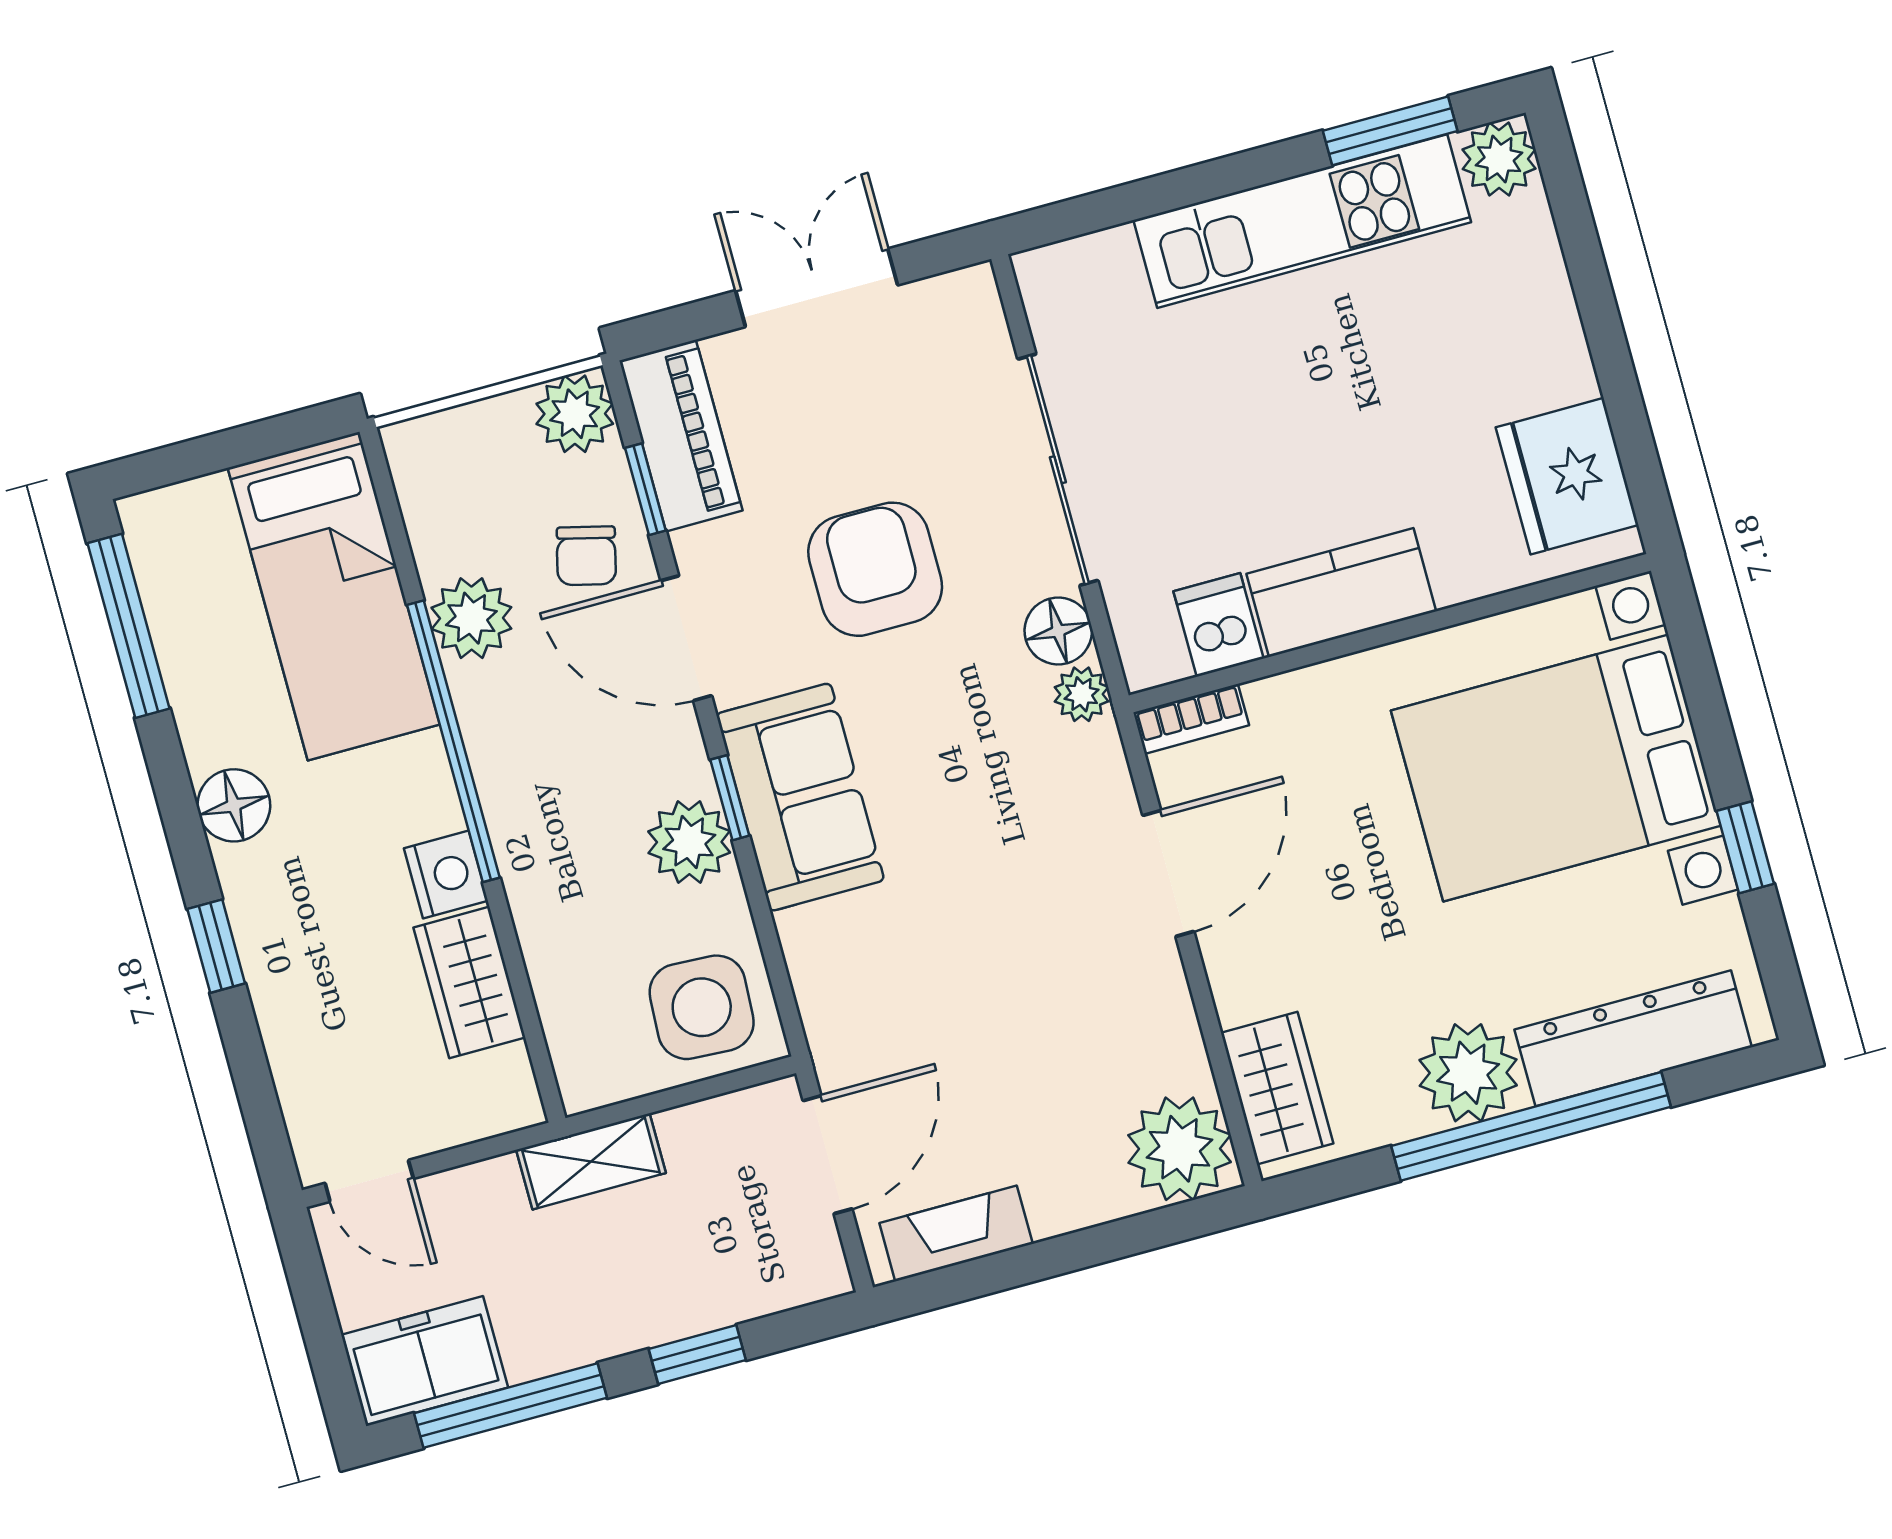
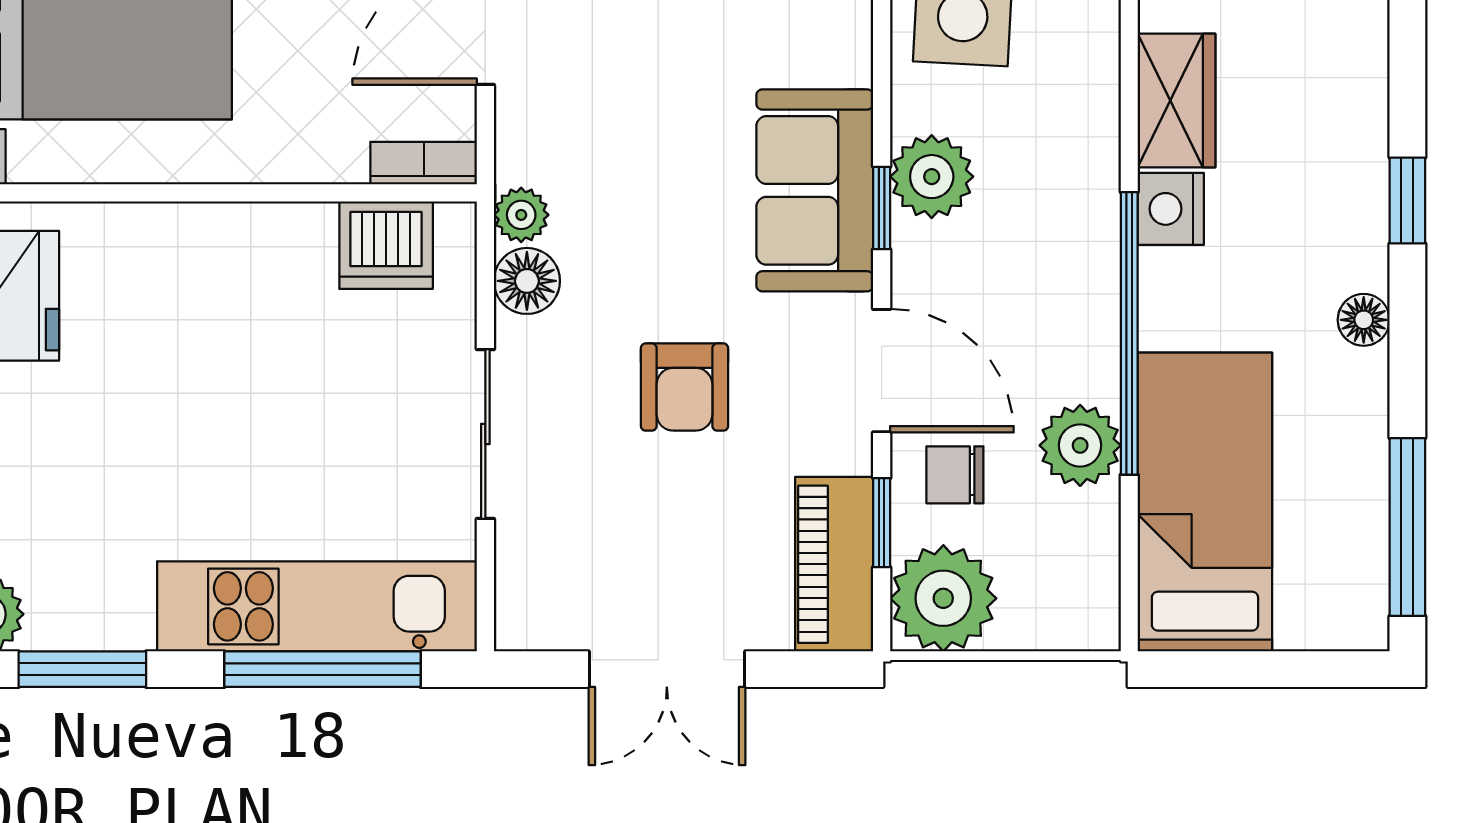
window: (1155, 195) -> (322, 669), added
kitchen unit: (1302, 221) -> (317, 606), moved
plant: (575, 414) -> (943, 598), width x1.36, depth x1.36
sliding door: (1058, 470) -> (485, 434), width x0.73
chair: (586, 556) -> (955, 475), turned -104
armchair: (875, 569) -> (684, 387), width x0.72, depth x0.72
kitchen counter: (1341, 593) -> (249, 244), removed
dishwasher: (1219, 625) -> (386, 245), width x1.38
floor lamp: (234, 805) -> (1364, 320), width x0.73, depth x0.73

